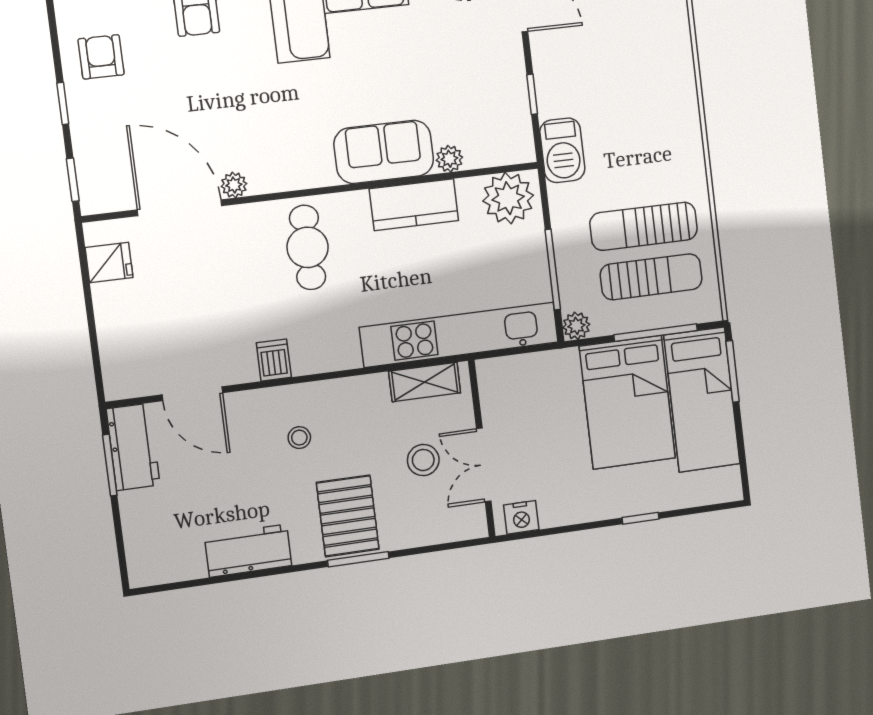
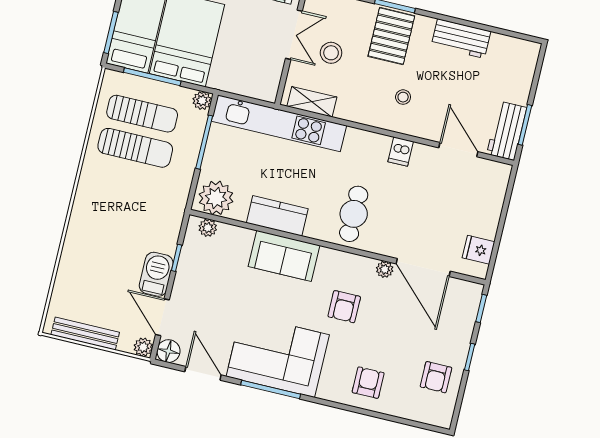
armchair: (272, 111) -> (344, 307), added
barbecue: (562, 150) -> (156, 274), moved
plant: (449, 159) -> (208, 228), moved
sun lounger: (651, 277) -> (142, 114), turned 180

